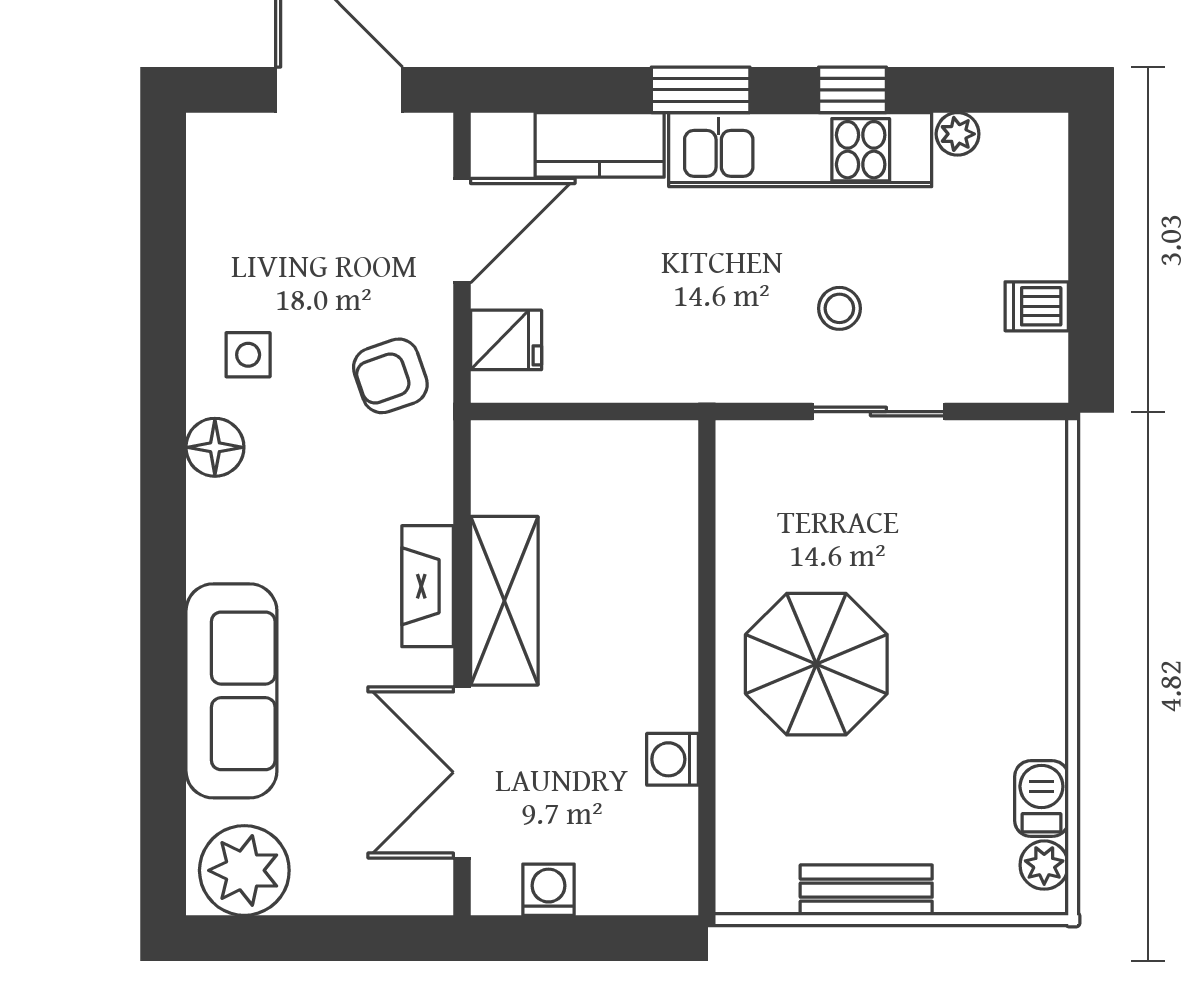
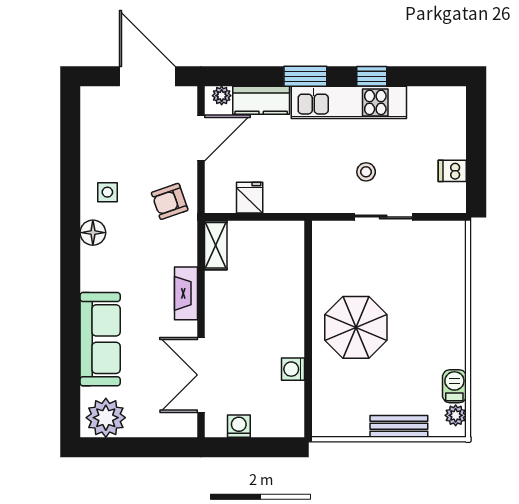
plant: (958, 134) -> (222, 96), moved
fridge: (506, 340) -> (250, 198), moved, turned -90
shelving: (504, 601) -> (216, 245), moved, width x0.67, depth x0.75
bench: (866, 890) -> (399, 426), moved

